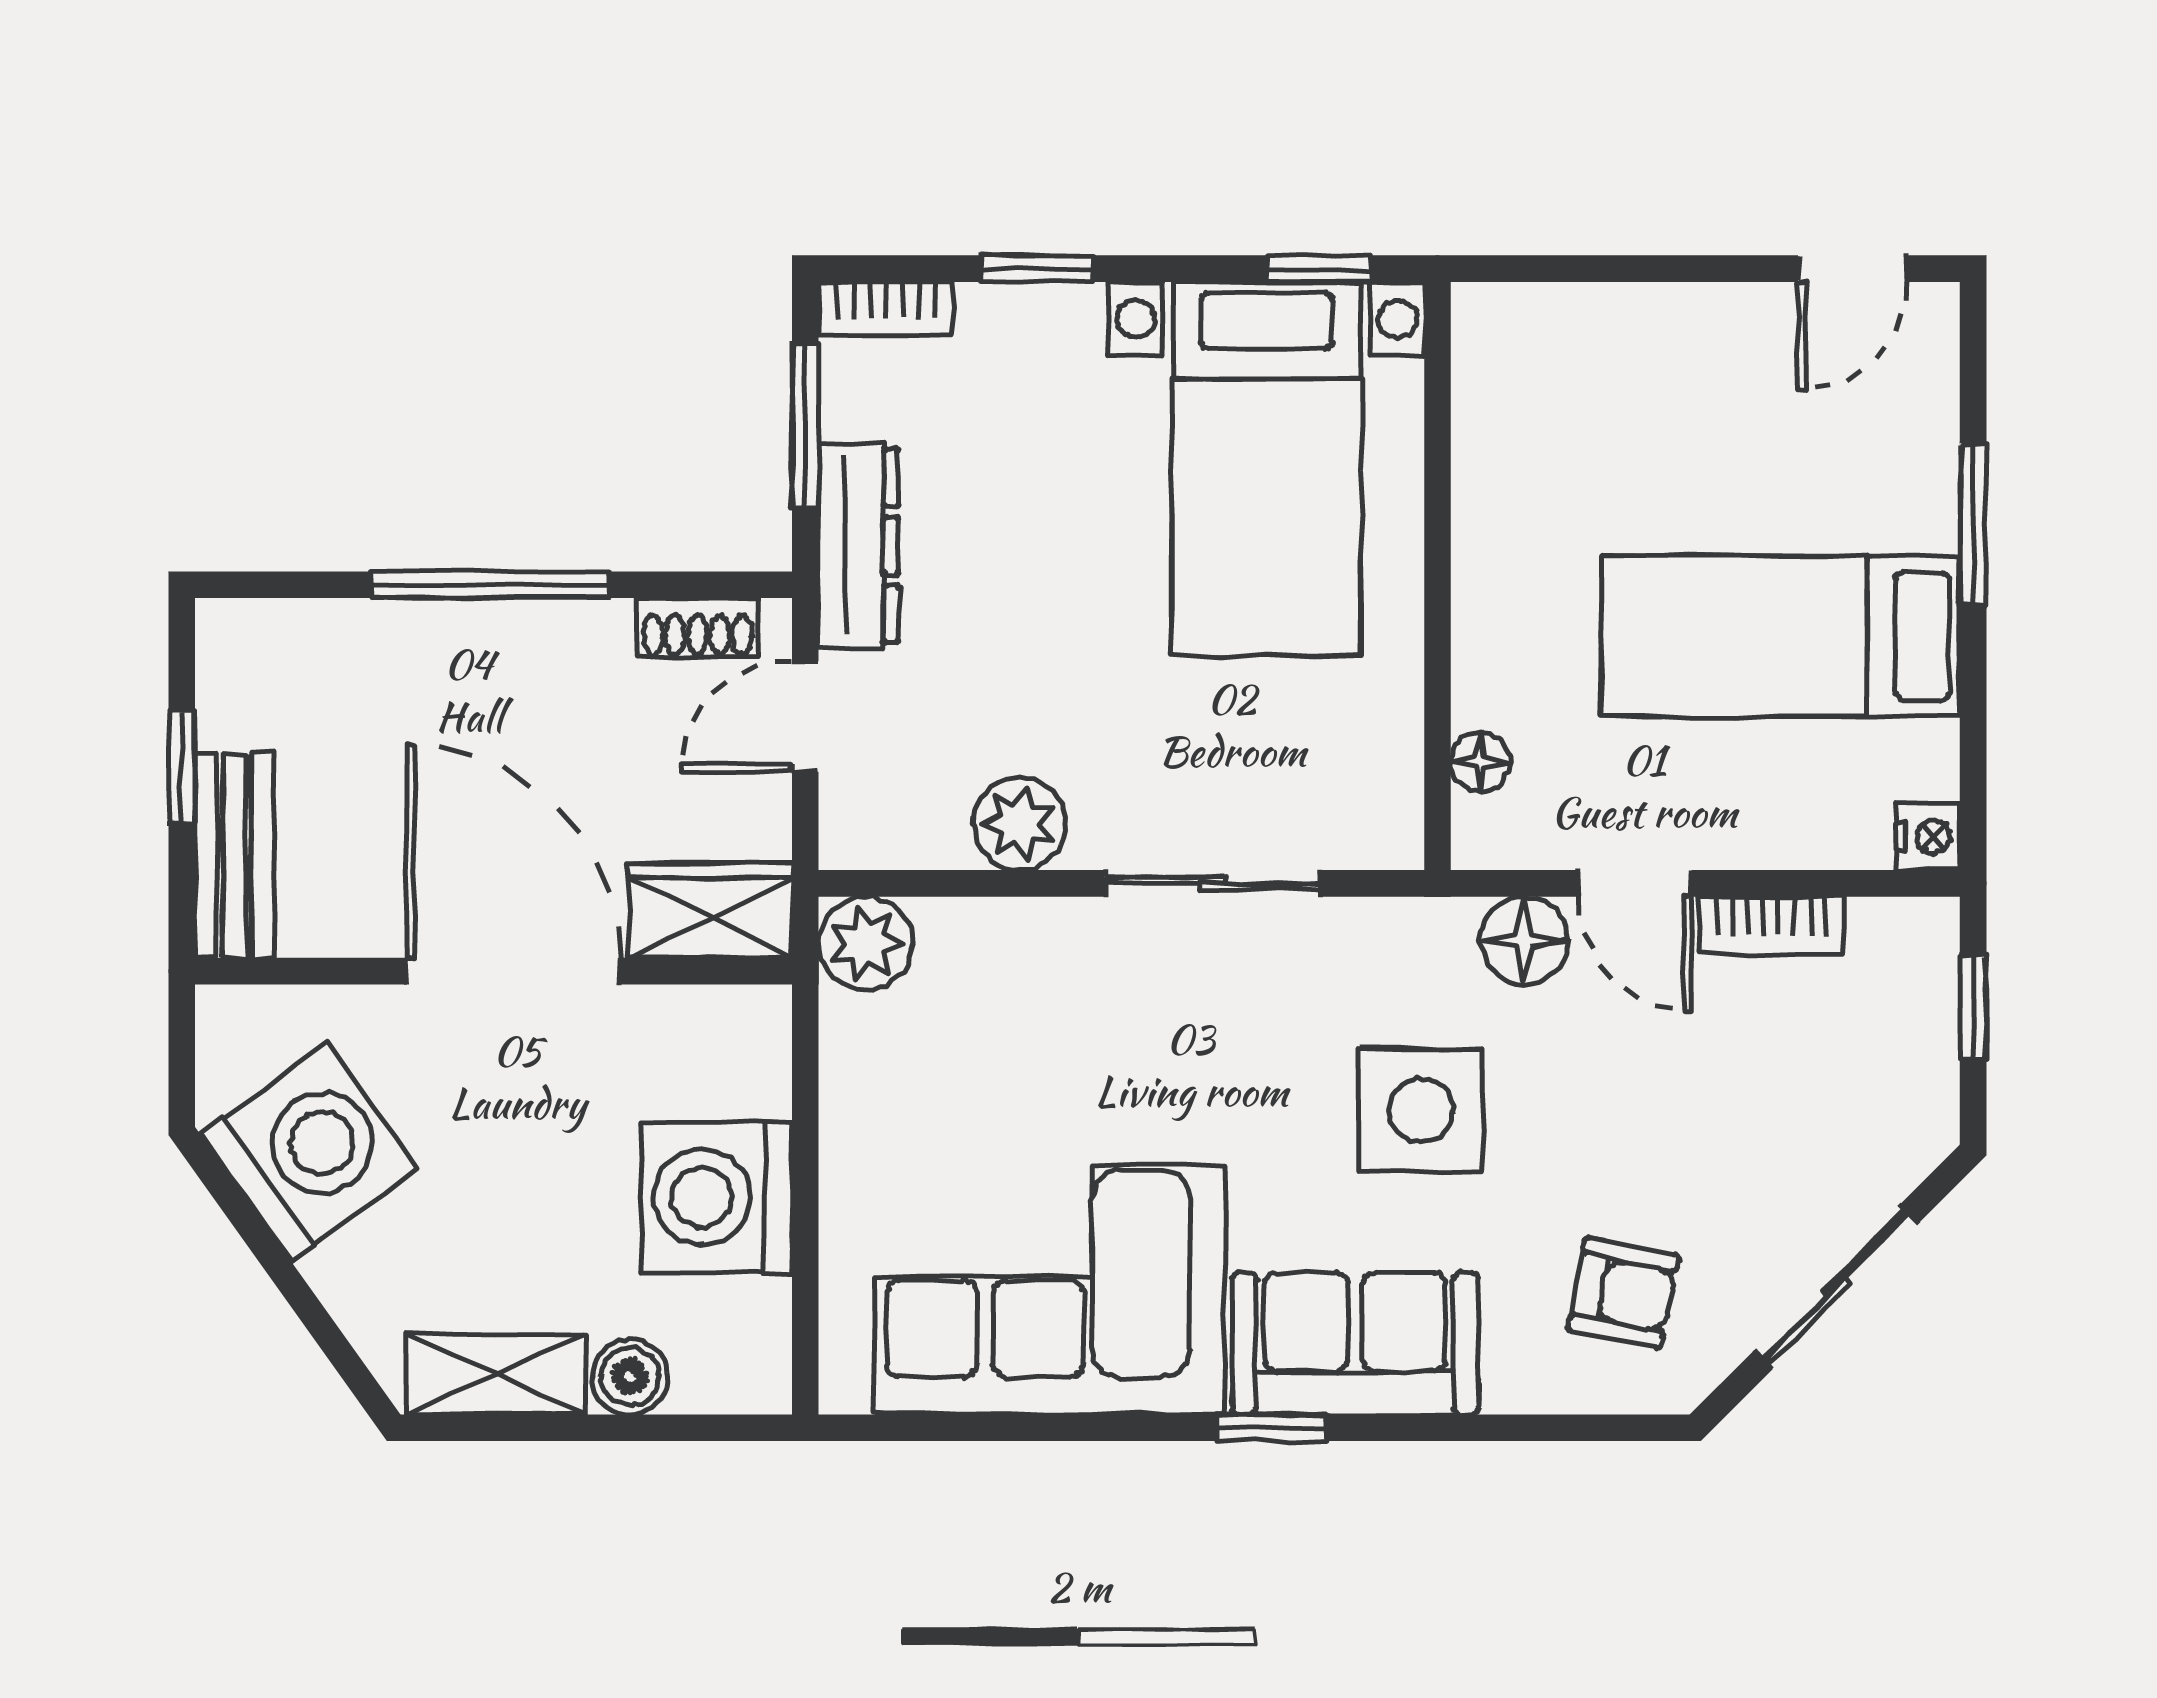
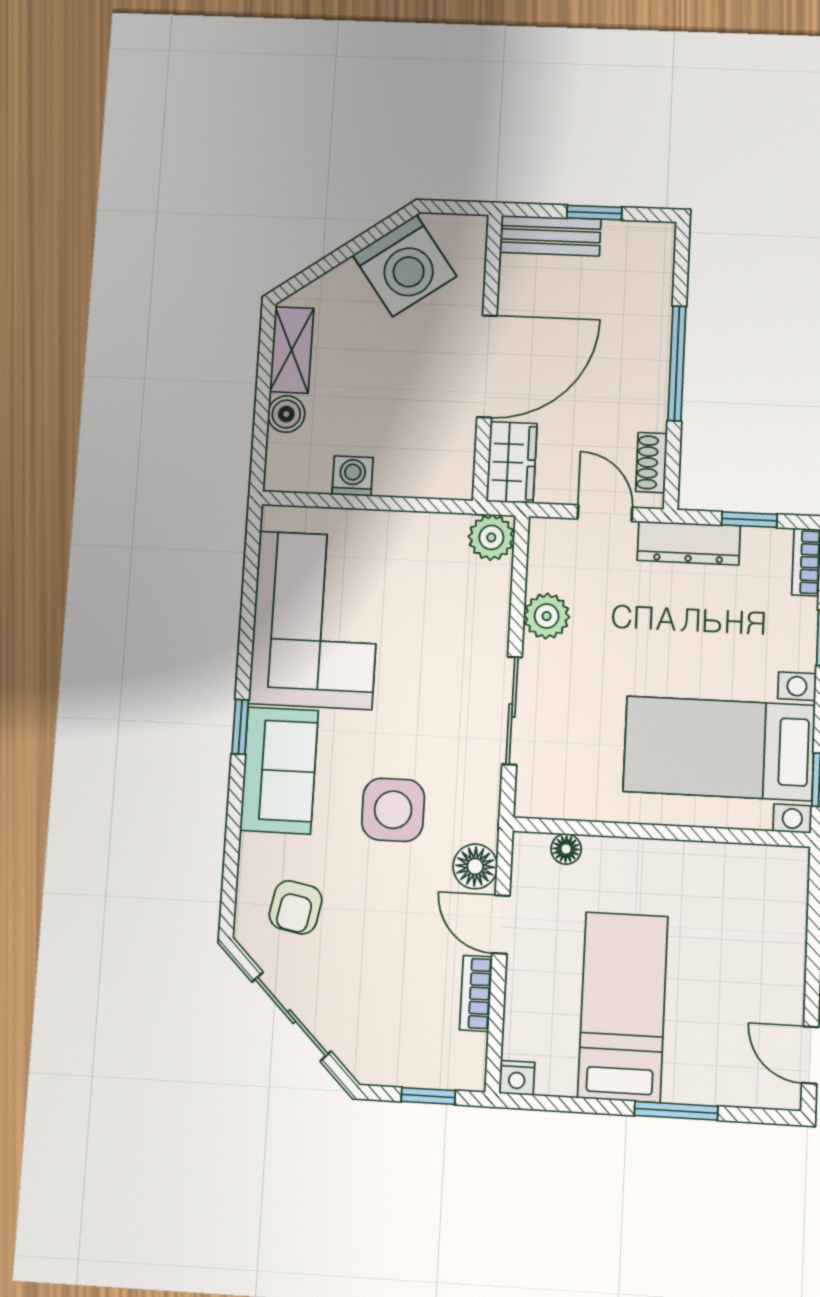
window: (805, 426) -> (749, 520), width x0.67
door: (1635, 883) -> (501, 924), hinge flipped
washing machine: (717, 1197) -> (353, 476), width x0.53, depth x0.53

